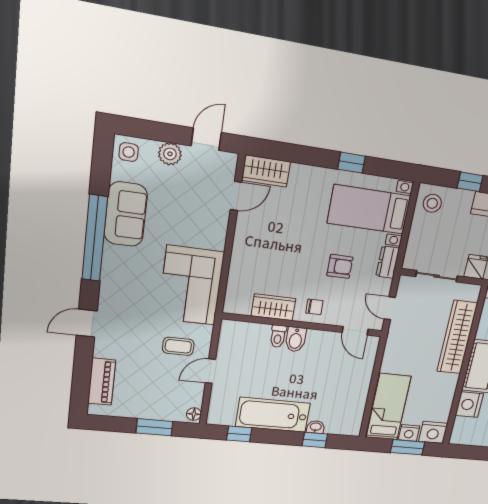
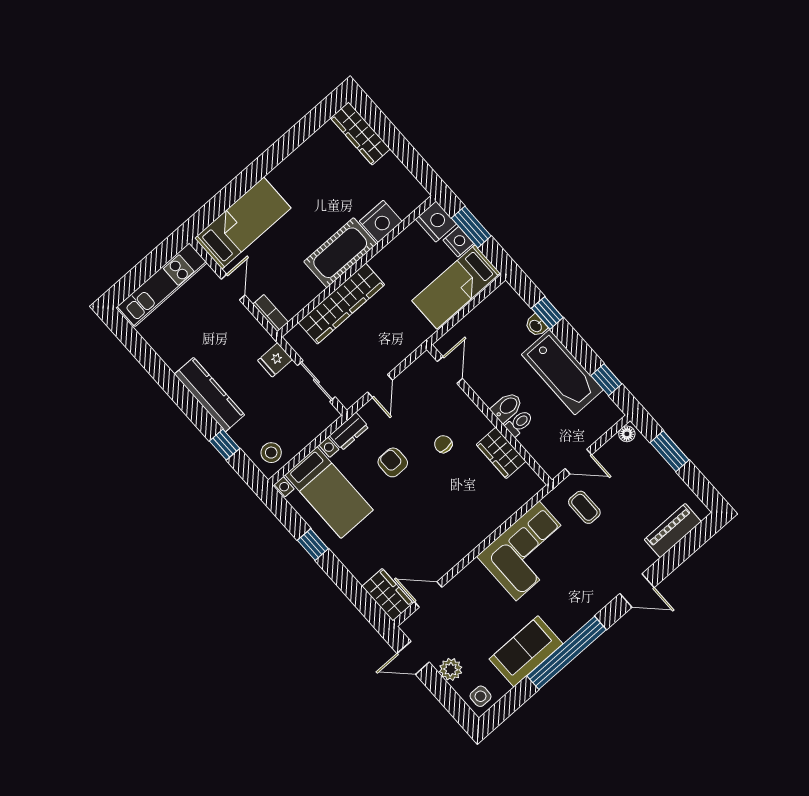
wardrobe: (273, 307) -> (501, 453), moved
wall: (303, 325) -> (489, 415), moved
door: (355, 331) -> (450, 370), moved
toilet: (278, 336) -> (519, 423), moved
bidet: (296, 339) -> (507, 407), moved

